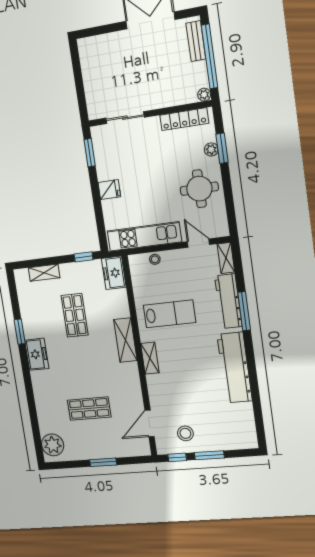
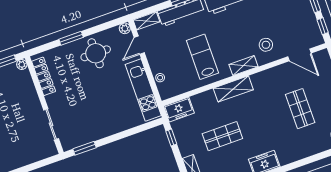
window: (222, 148) -> (71, 38), moved
plant: (211, 149) -> (125, 28), moved
fridge: (109, 190) -> (111, 126), removed
stool: (185, 433) -> (266, 45), moved

